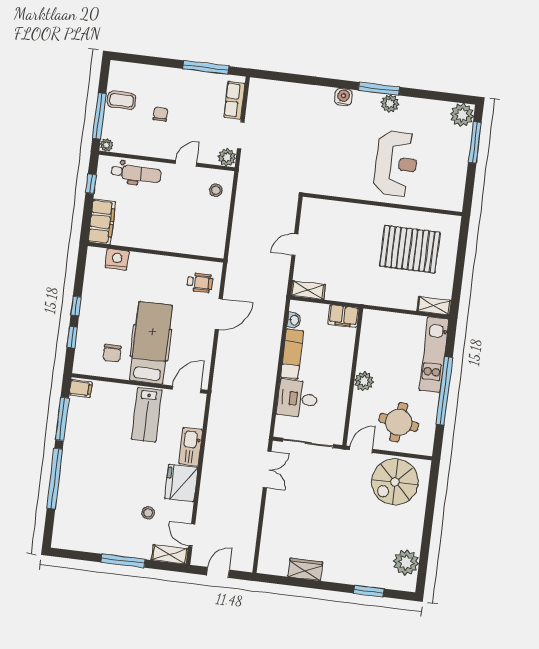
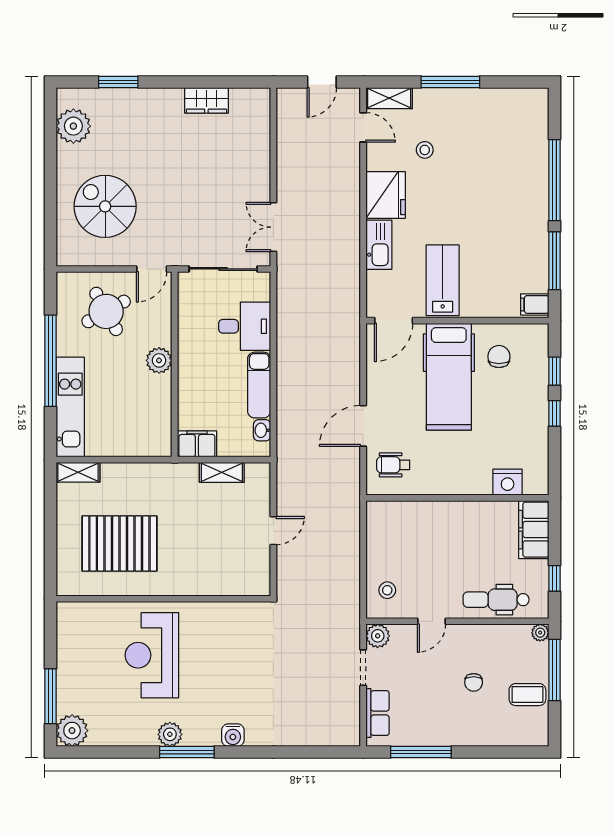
shelving: (308, 290) -> (222, 472), moved
round table: (399, 422) -> (106, 311), turned -37
spiral stairs: (395, 482) -> (105, 206), moved, turned -90

